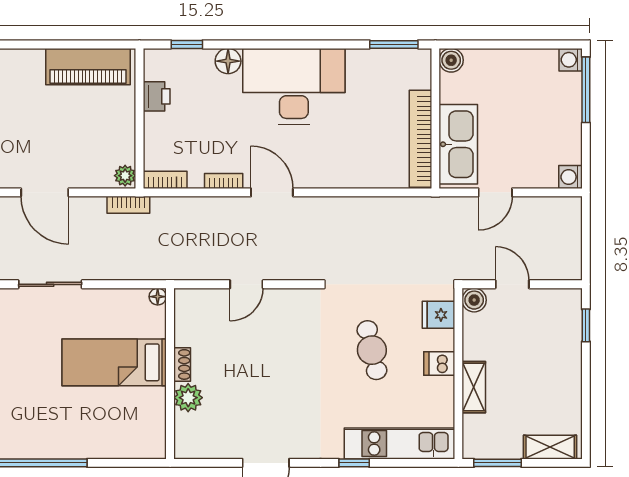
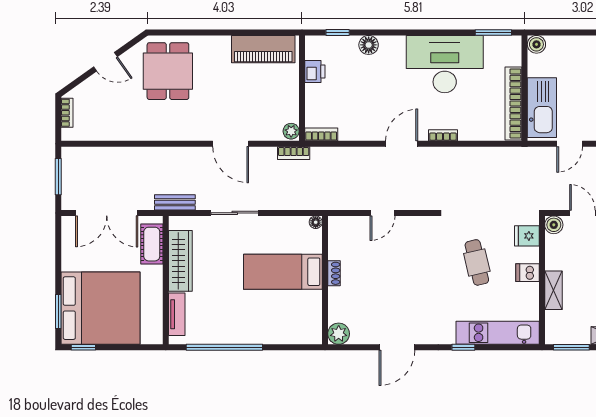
desk: (294, 86) -> (445, 64), moved
bookcase: (224, 181) -> (443, 135), moved
door: (272, 192) -> (402, 144), hinge flipped
plant: (188, 398) -> (339, 334), moved

